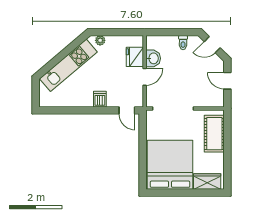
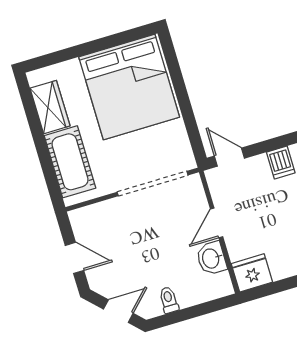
fridge: (135, 57) -> (252, 273), moved, turned -90
wardrobe: (207, 181) -> (50, 107), moved, turned -90

